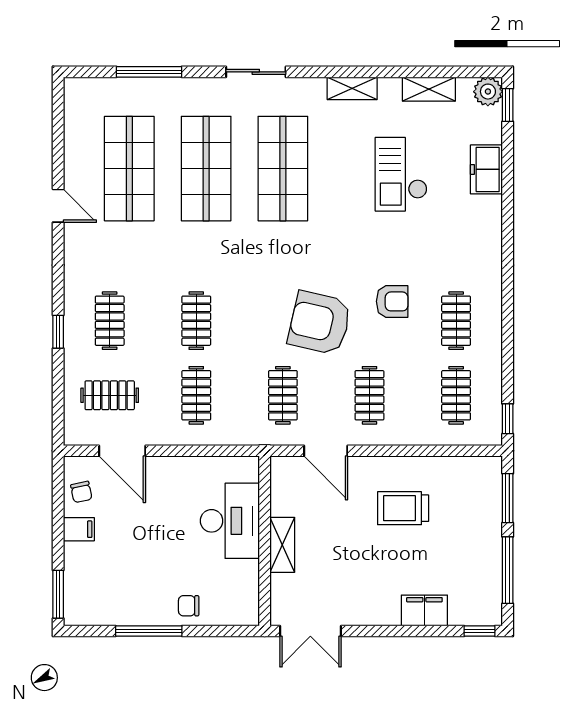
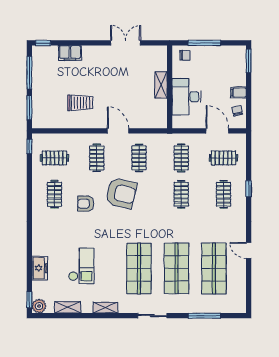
clothes rail: (456, 395) -> (54, 158), turned 90
desk: (230, 521) -> (187, 97), moved
wall: (265, 541) -> (170, 87), moved
shelving: (282, 545) -> (161, 85), moved

